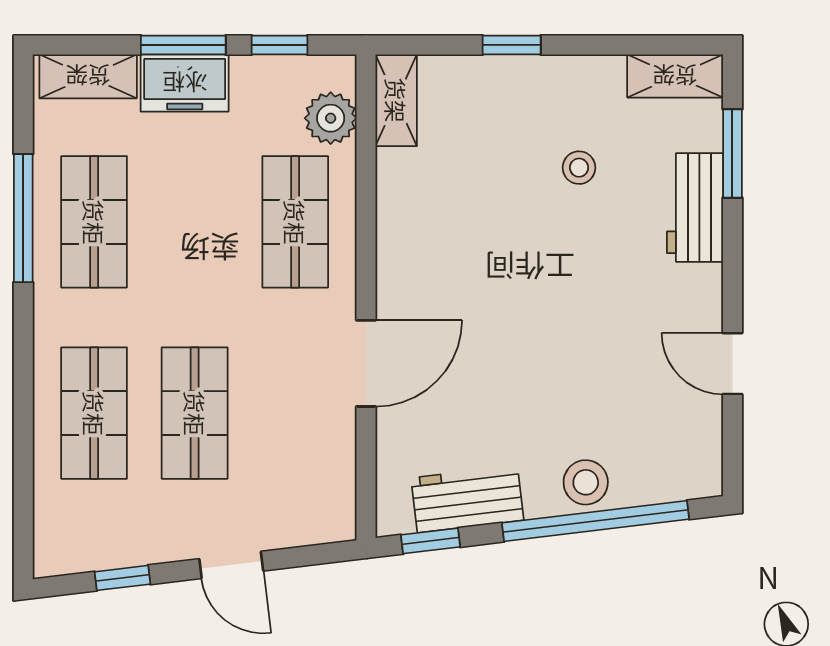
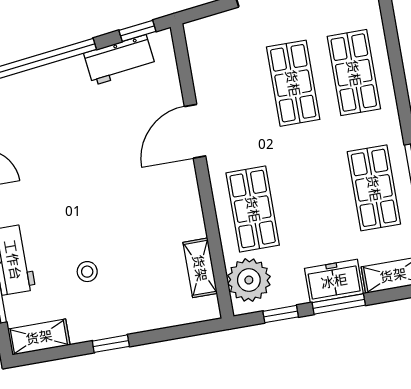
window: (512, 45) -> (111, 344), moved
shelving: (396, 100) -> (200, 268), moved
plant: (331, 118) -> (249, 280), width x1.36, depth x1.36
stool: (586, 482) -> (50, 83), removed

